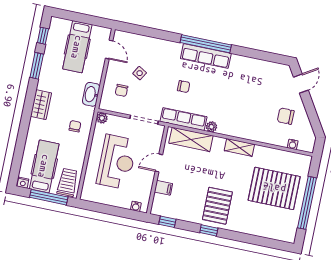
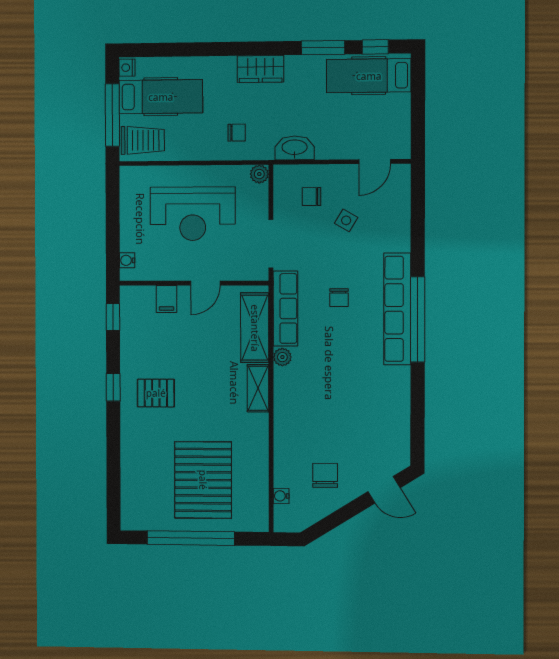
hospital bed: (77, 47) -> (369, 76), moved
row of seats: (206, 56) -> (397, 309), width x1.36
shelving: (239, 147) -> (258, 388), moved
door: (159, 163) -> (205, 283), swing flipped
pallet: (217, 206) -> (156, 393), width x0.67, depth x0.71

